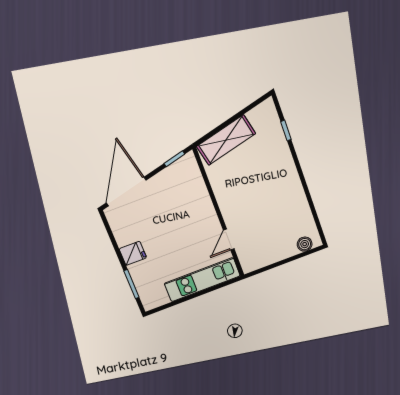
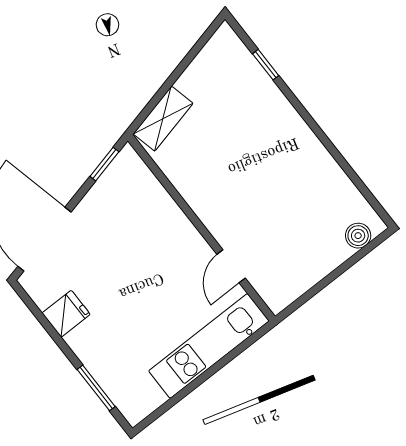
shelving: (226, 140) -> (163, 119), width x0.67, depth x0.75
fridge: (133, 253) -> (66, 314), moved

